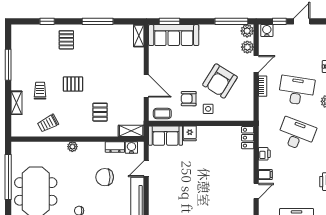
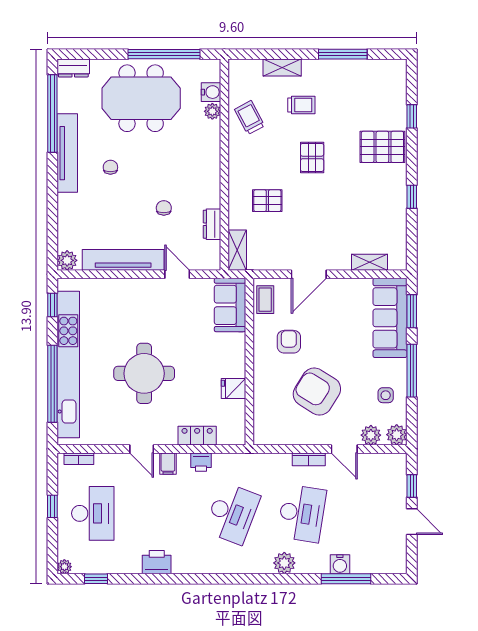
window: (98, 21) -> (412, 197), width x0.46
window: (231, 21) -> (412, 371), moved
water cooler: (267, 30) -> (397, 466), removed
shelving: (139, 36) -> (370, 262), moved
pallet: (66, 40) -> (382, 147), width x1.50, depth x1.42
side table: (208, 109) -> (386, 395), moved
fridge: (190, 133) -> (233, 389), moved
locker: (248, 138) -> (197, 436), moved
plant: (72, 147) -> (212, 111), moved
water cooler: (131, 148) -> (211, 92), moved
chair: (105, 177) -> (164, 208), width x0.54, depth x0.54
round table: (209, 190) -> (144, 373), added

